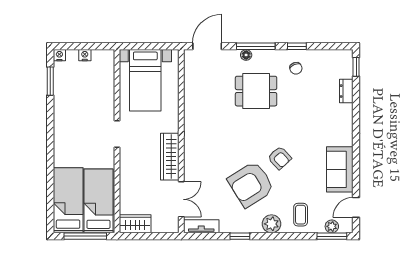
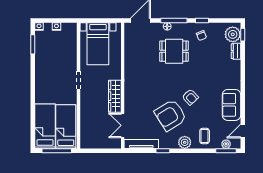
plant: (342, 67) -> (233, 34), added
double door: (181, 199) -> (123, 125), swing flipped
wardrobe: (135, 224) -> (91, 142), removed
tv unit: (201, 226) -> (141, 144), width x1.41

